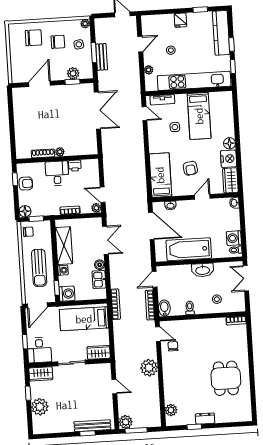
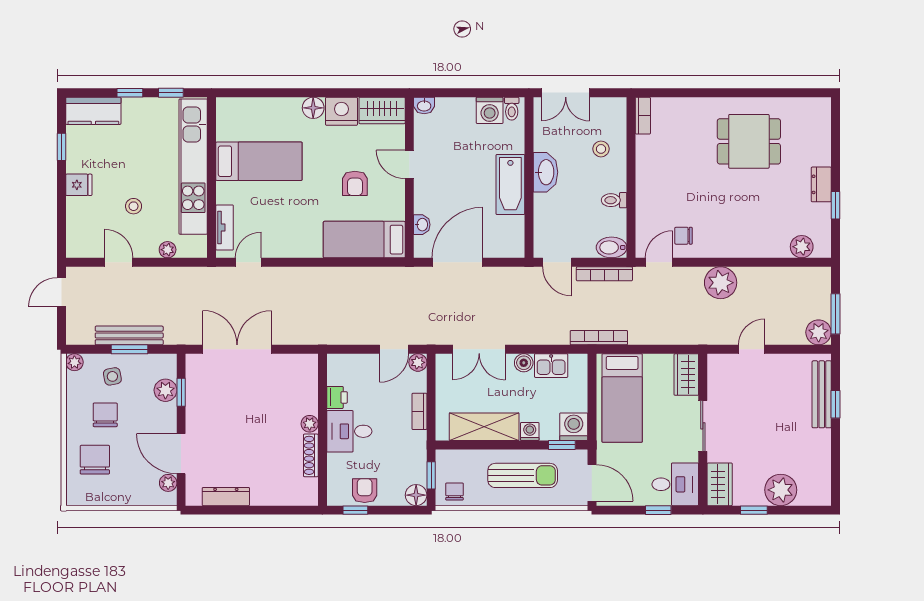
kitchen counter: (221, 33) -> (93, 111), width x0.67
bench: (102, 57) -> (129, 335), width x1.36
plant: (23, 78) -> (168, 483), added
dresser: (18, 109) -> (226, 497), added
side table: (175, 127) -> (277, 207), removed
armchair: (190, 168) -> (355, 183), turned 98
double door: (105, 240) -> (479, 349), swing flipped
bathtub: (189, 249) -> (510, 185), width x0.73, depth x0.73

